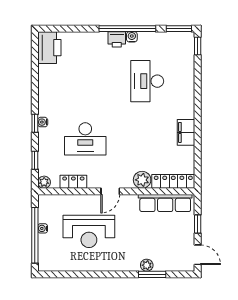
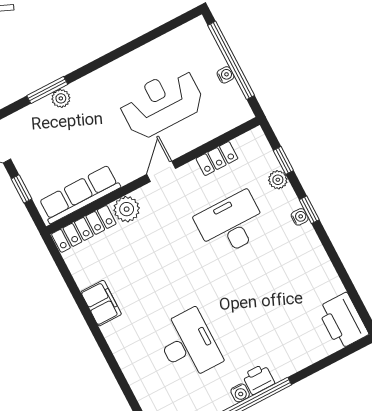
plant: (44, 182) -> (278, 180), moved

